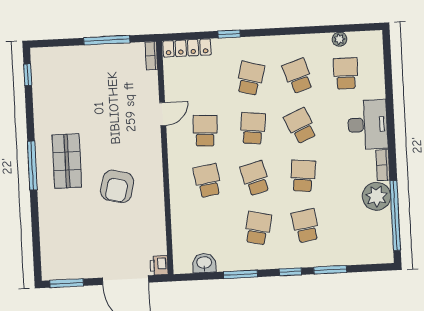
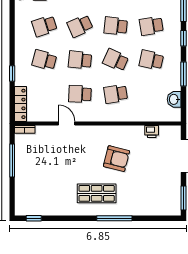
window: (32, 165) -> (114, 218), moved
school desk: (255, 178) -> (116, 60), turned 39
printer: (159, 265) -> (152, 132), moved

